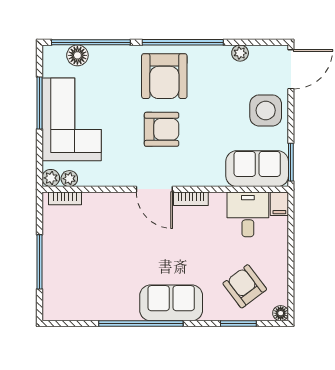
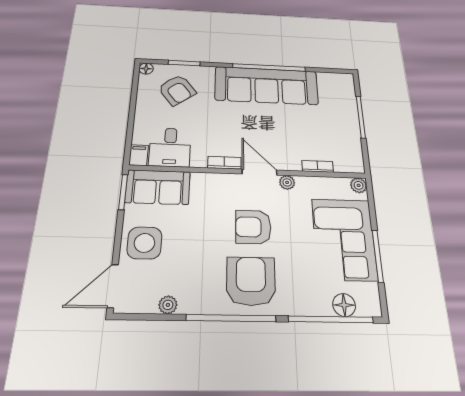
plant: (69, 179) -> (287, 182), moved
bookcase: (65, 198) -> (318, 166), moved
sofa: (171, 303) -> (266, 86), width x1.85, depth x1.27

